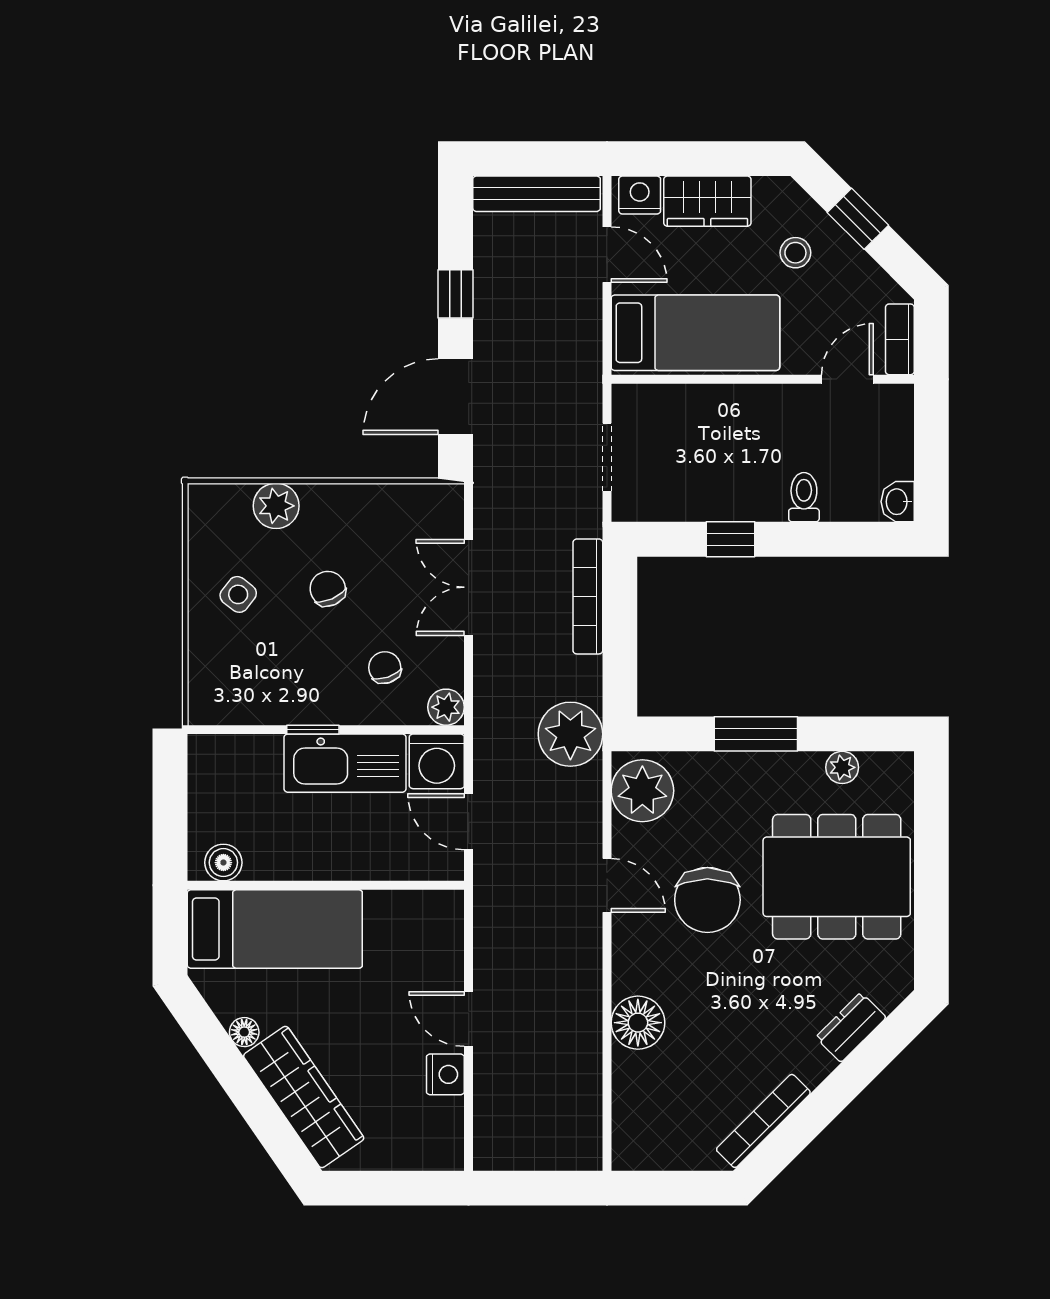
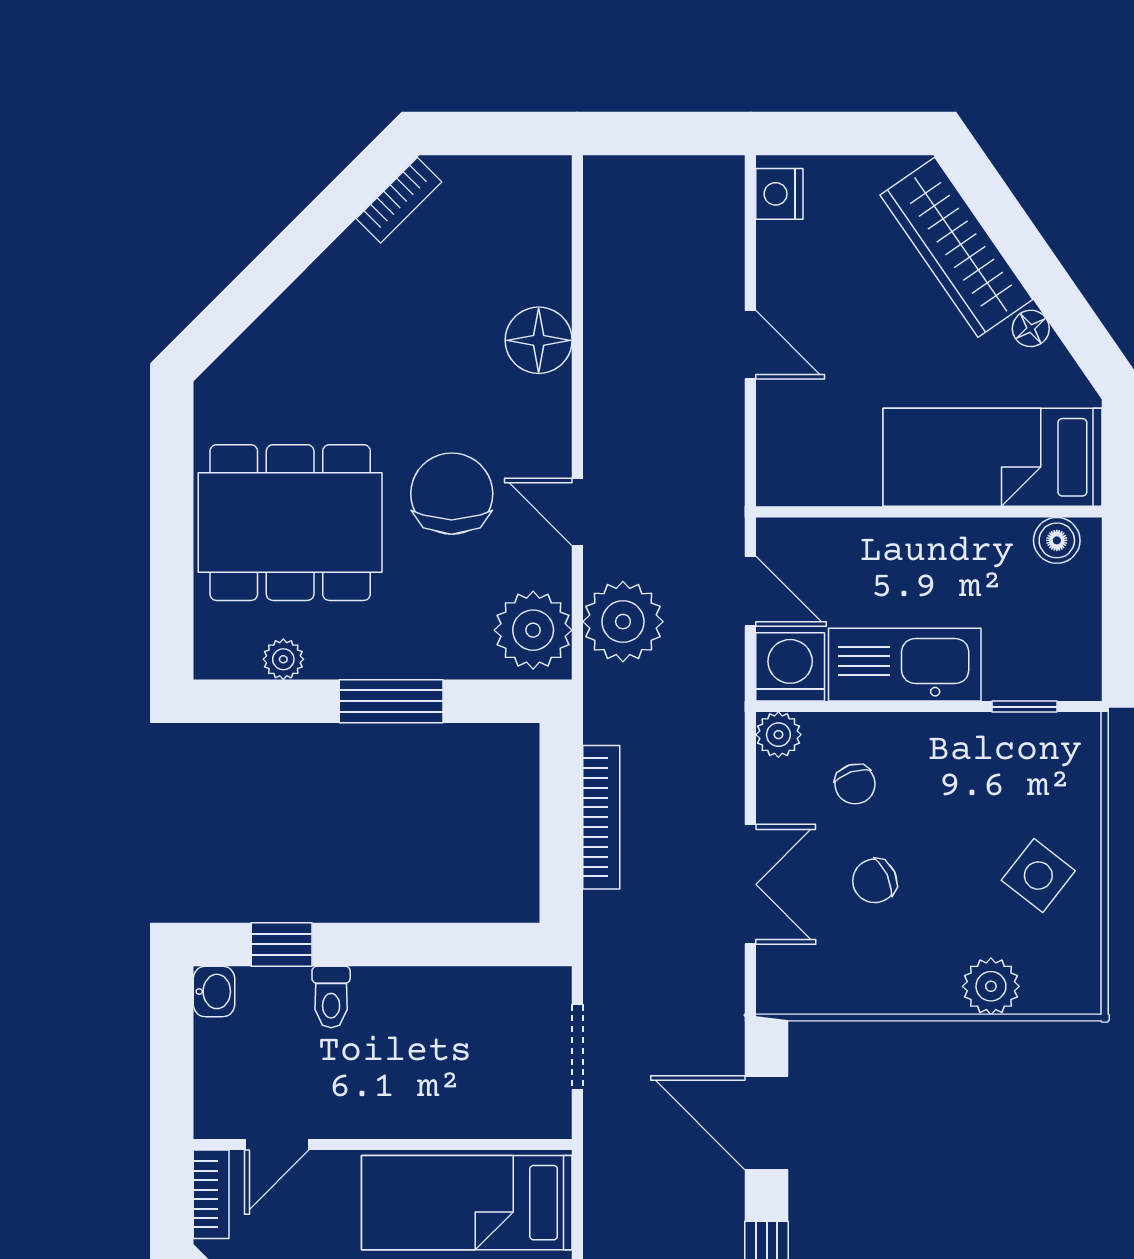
door: (456, 397) -> (767, 1123), swing flipped
window: (730, 539) -> (282, 944), moved
chair: (328, 589) -> (875, 881), moved, turned 89
side table: (238, 594) -> (1038, 876), width x1.37, depth x1.37
bookcase: (588, 596) -> (601, 817), moved
window: (313, 730) -> (1024, 707), moved
plant: (570, 734) -> (623, 622), moved
dresser: (851, 1027) -> (272, 334), removed
nightstand: (445, 1074) -> (779, 194), moved
bookcase: (763, 1121) -> (399, 200), width x0.64

